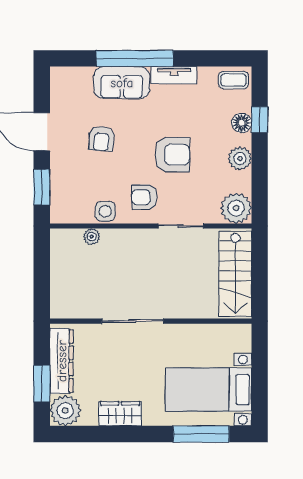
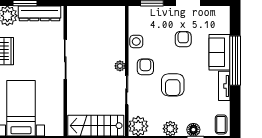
armchair: (102, 139) -> (183, 39), turned 86
plant: (92, 237) -> (120, 66), moved

